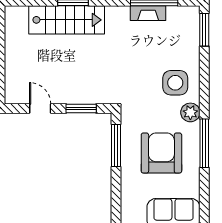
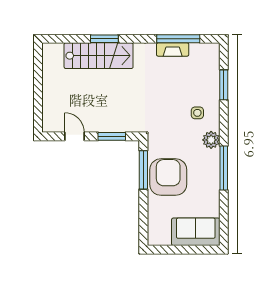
window: (204, 30) -> (224, 85), moved
side table: (175, 83) -> (197, 113), width x0.54, depth x0.54
armchair: (161, 153) -> (168, 177), moved

